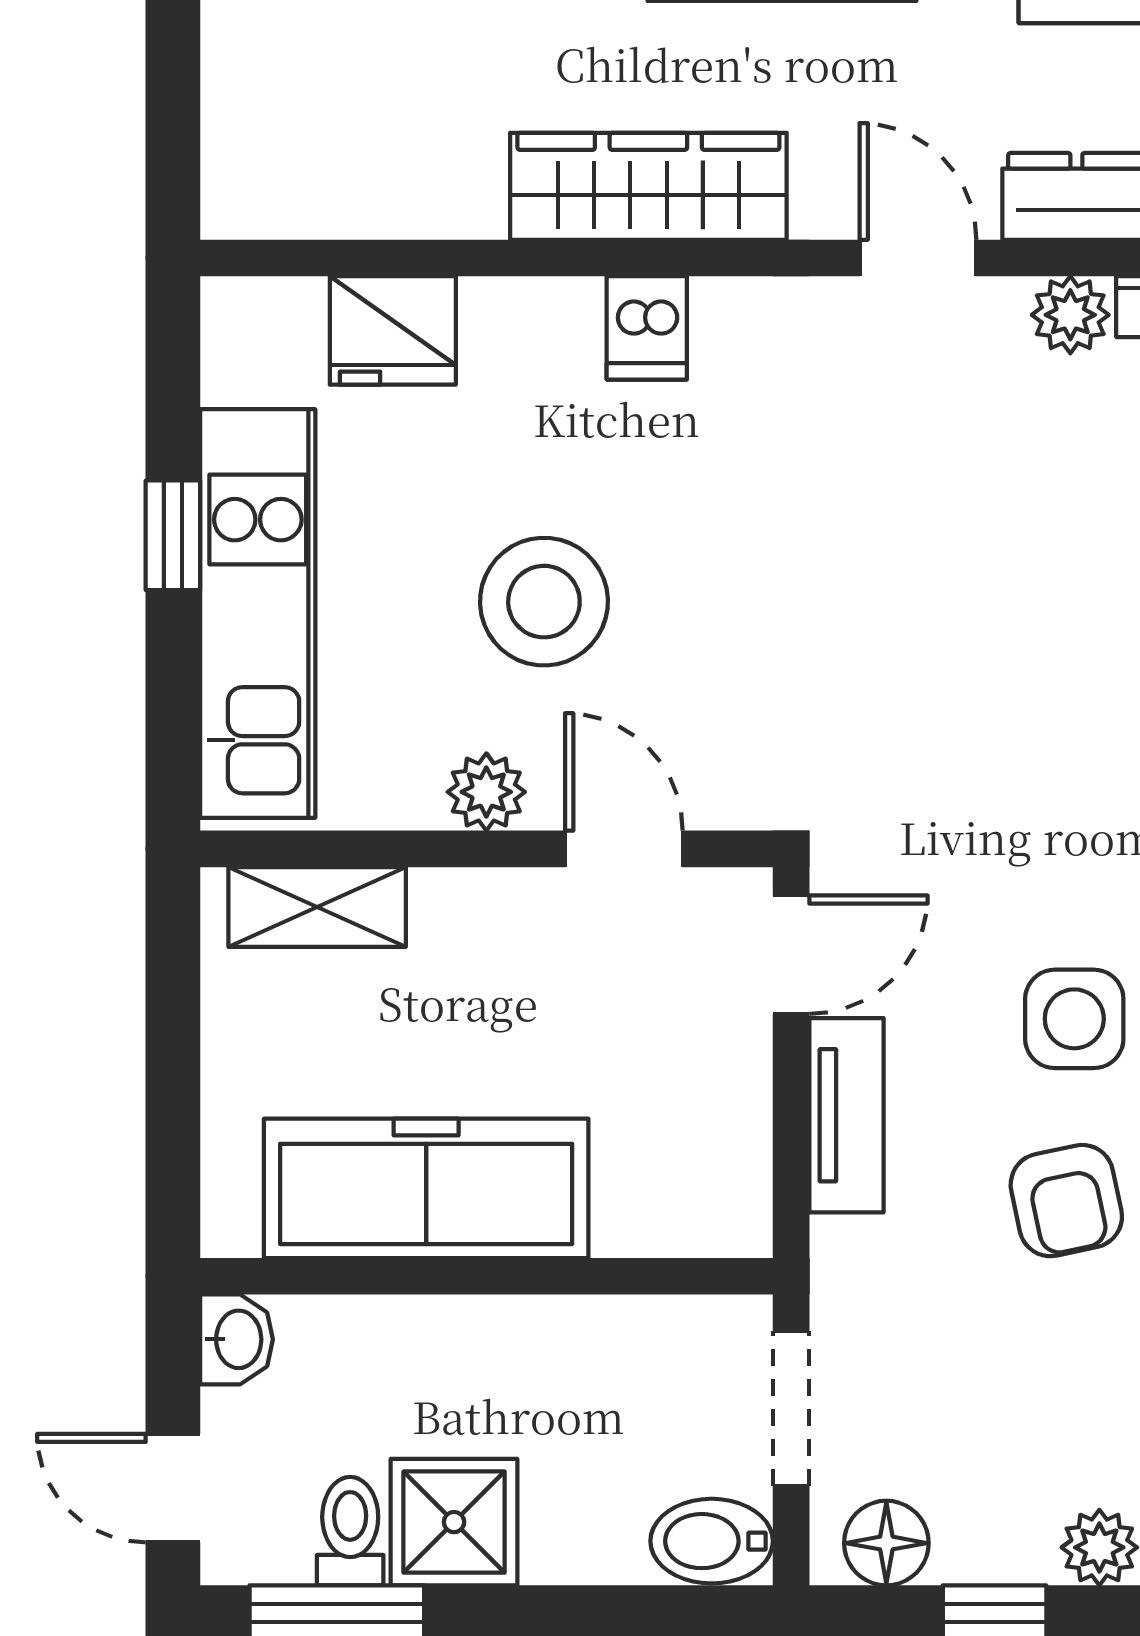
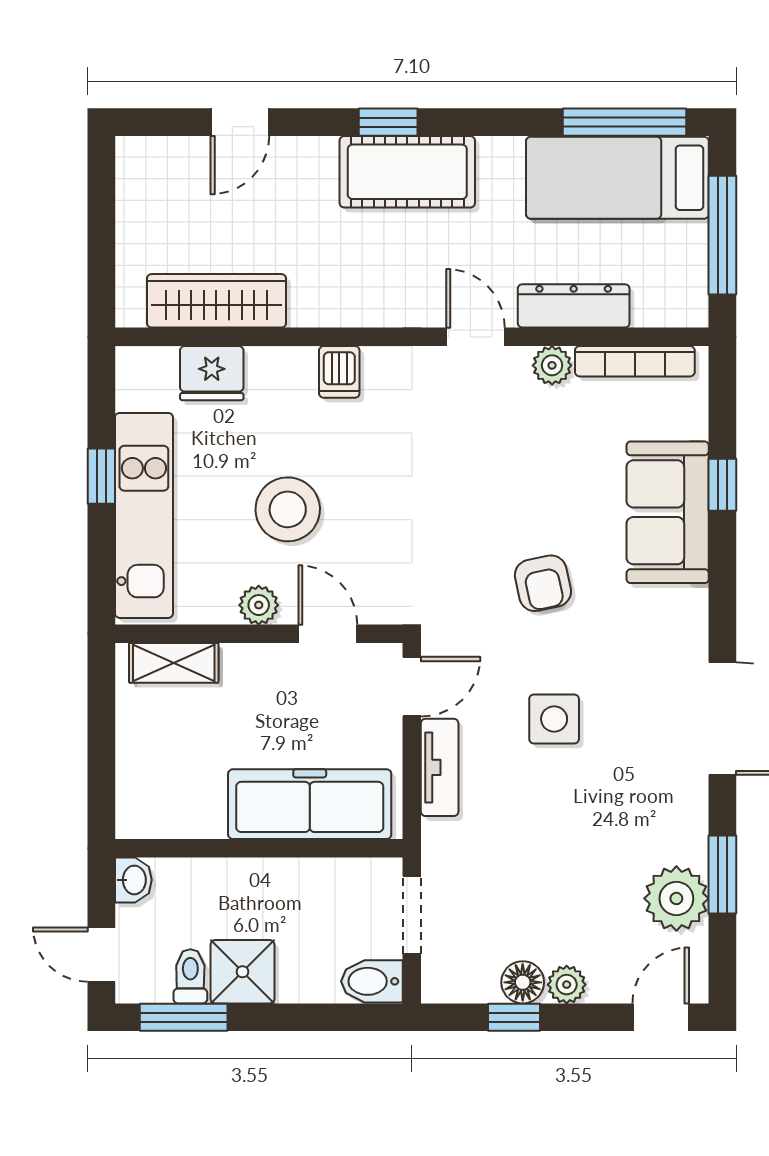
wardrobe: (648, 186) -> (216, 301), moved
freezer: (426, 1188) -> (310, 804), moved
armchair: (1066, 1201) -> (543, 583), moved
floor lamp: (886, 1543) -> (523, 982), moved

